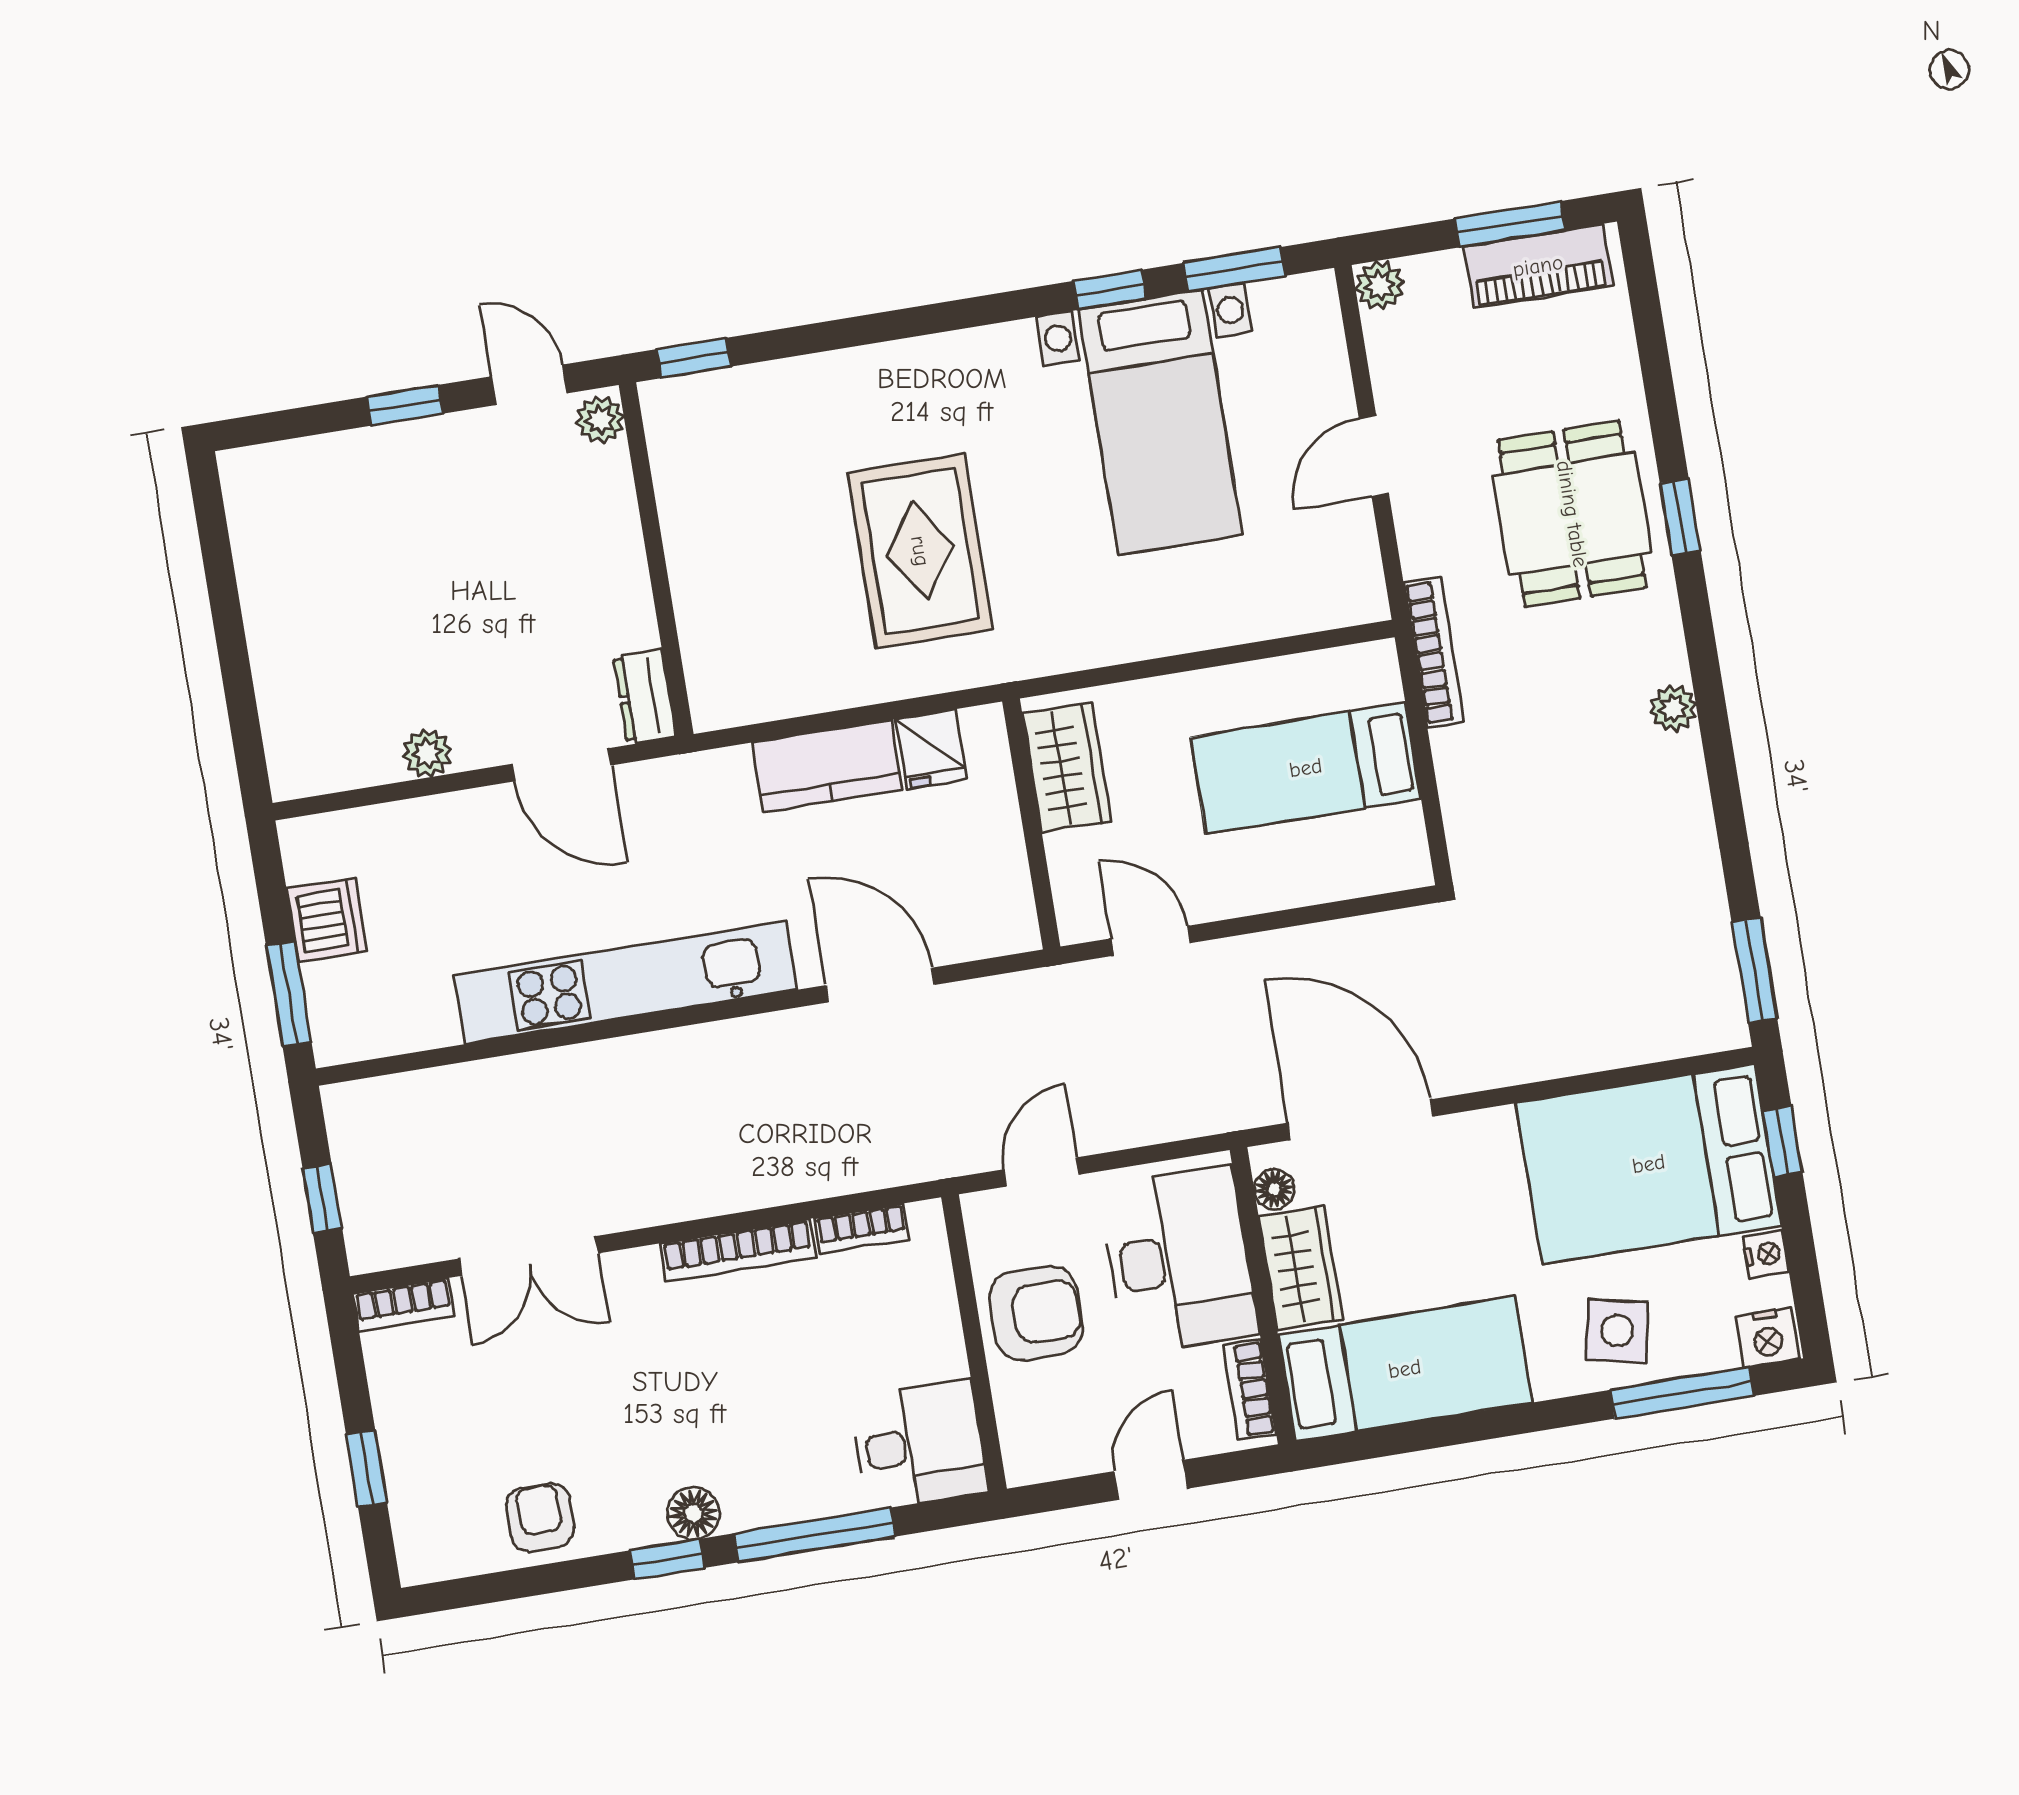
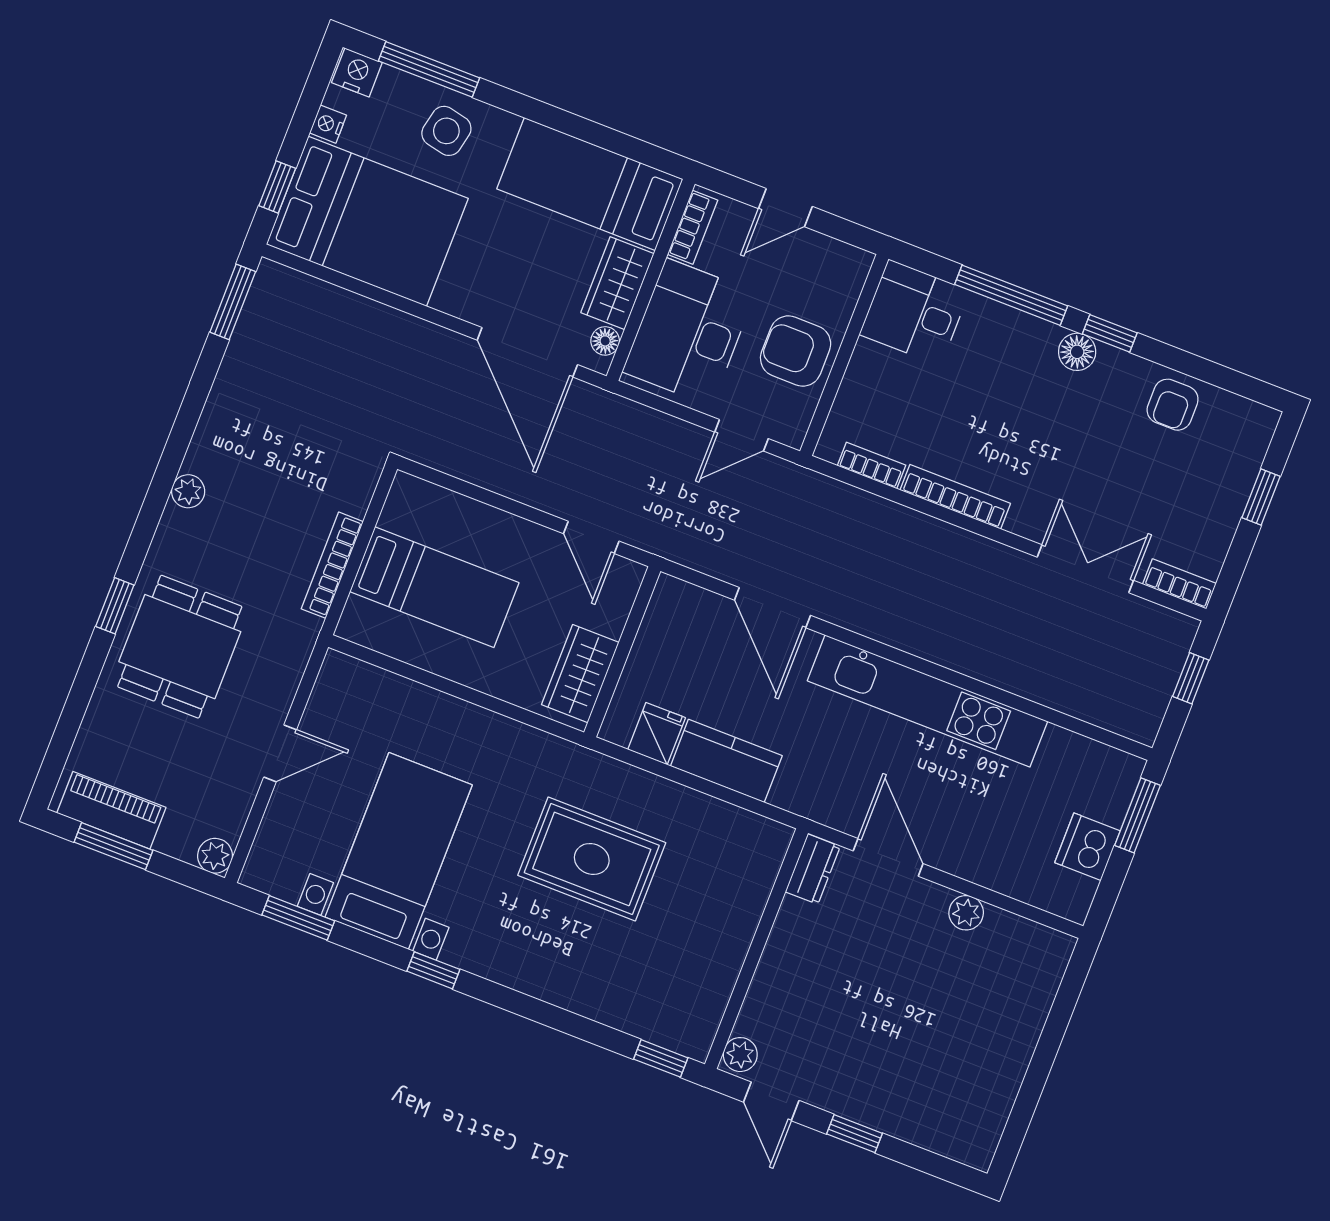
window: (1110, 290) -> (433, 970), moved
rug: (920, 551) -> (592, 859), turned 90
bookcase: (1434, 652) -> (332, 565), moved

